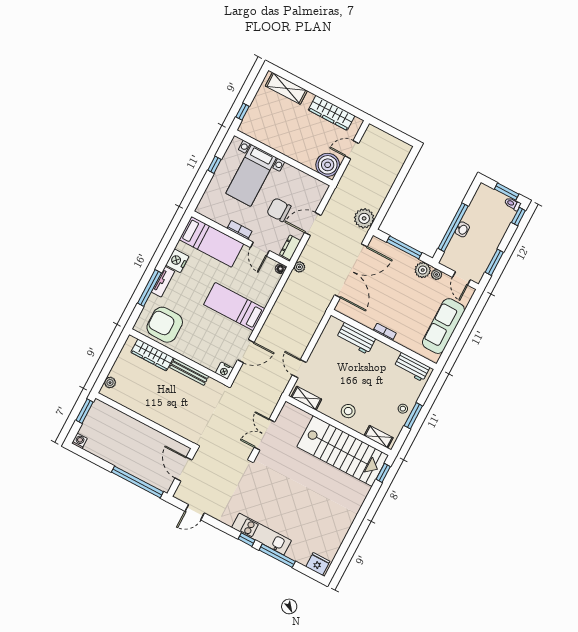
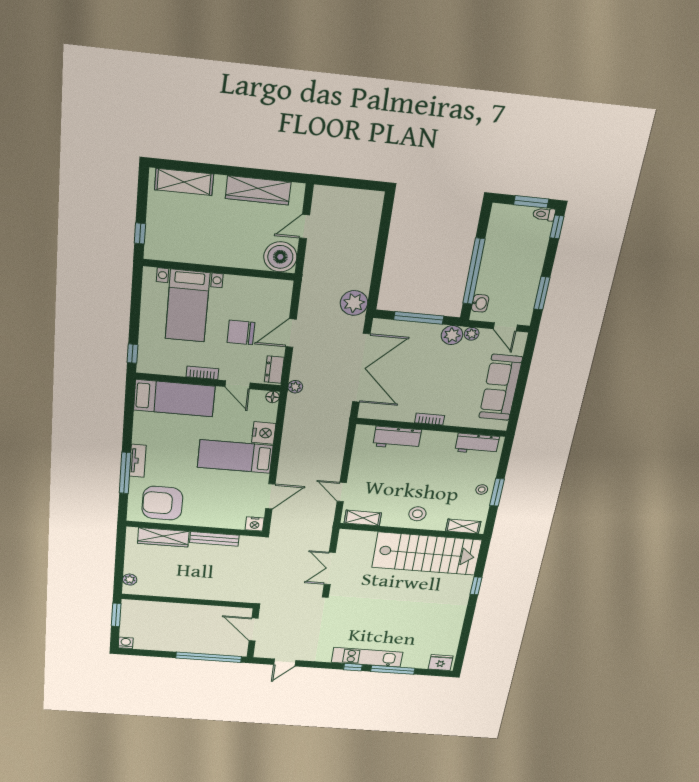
window: (214, 165) -> (132, 354), moved
washbasin: (462, 229) -> (480, 303), moved
nightstand: (177, 261) -> (264, 433), moved, turned 180
window: (383, 473) -> (476, 586), moved

